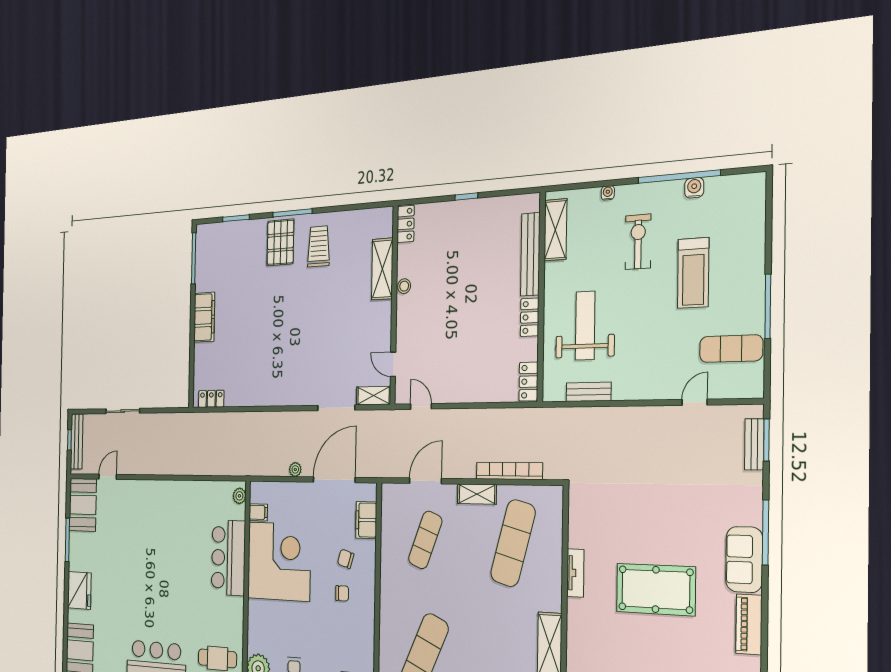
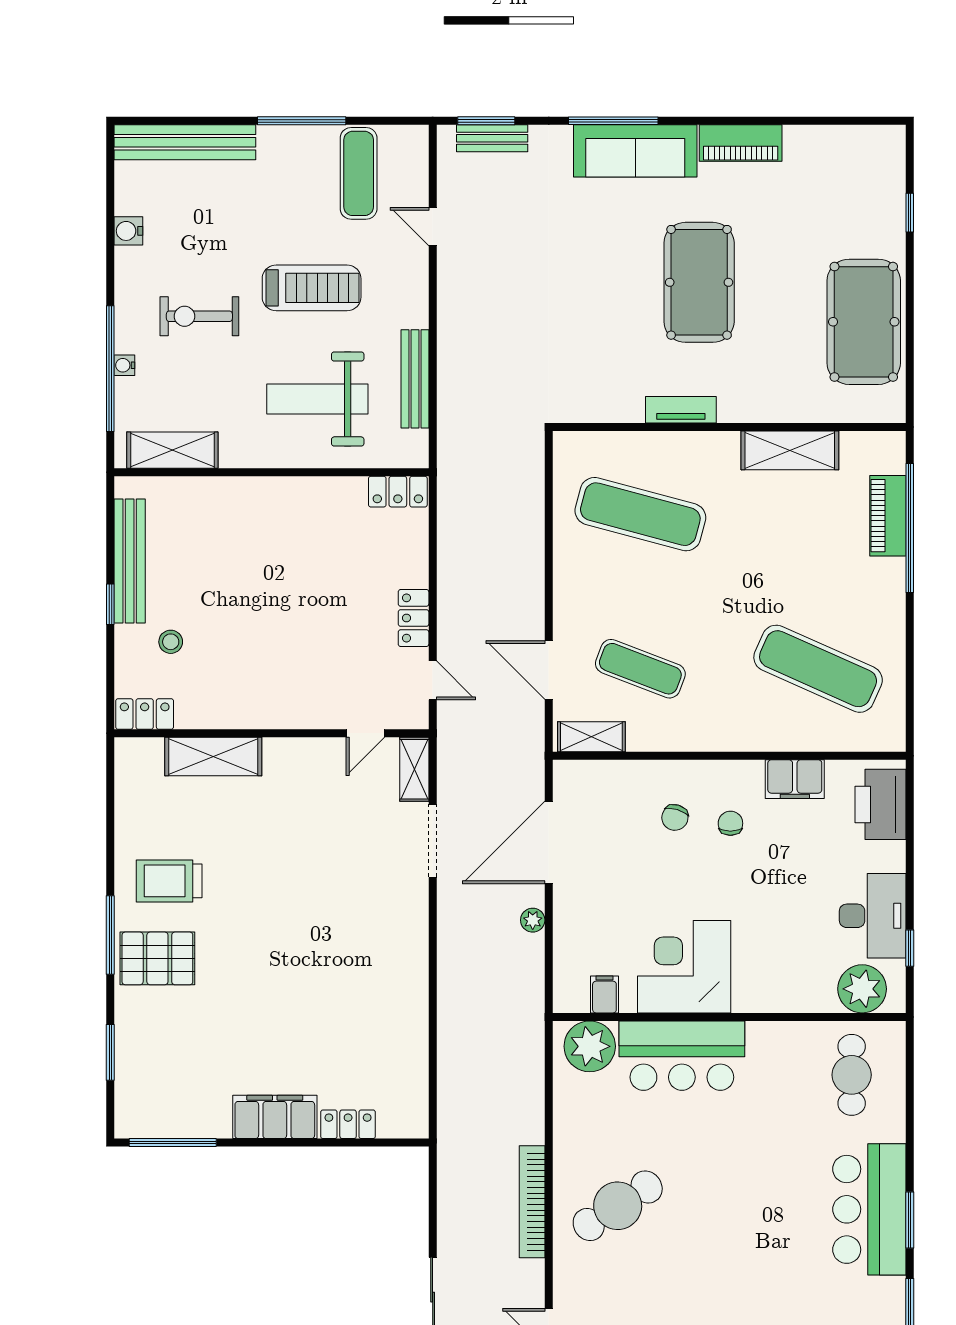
window: (679, 177) -> (110, 369), moved
bench: (754, 223) -> (185, 142), added
bench: (530, 254) -> (130, 561), moved, turned 90
treadmill: (693, 273) -> (312, 288), moved
stool: (404, 286) -> (171, 642), moved
locker: (530, 317) -> (414, 618), moved, turned 90
bench: (589, 392) -> (415, 379), width x1.36
locker: (211, 399) -> (348, 1124), moved, turned 90
door: (421, 406) -> (433, 680), swing flipped
bookcase: (509, 471) -> (532, 1202), moved
door: (334, 480) -> (549, 842), hinge flipped
shelving: (477, 494) -> (591, 737), moved, turned 90
plant: (239, 496) -> (590, 1046), width x1.87, depth x1.87
cafe table: (160, 517) -> (618, 1206), added
filing cabinet: (366, 520) -> (795, 779), moved
sofa: (744, 559) -> (635, 151), width x1.36
corner desk: (279, 561) -> (684, 967), width x0.74, depth x0.74

